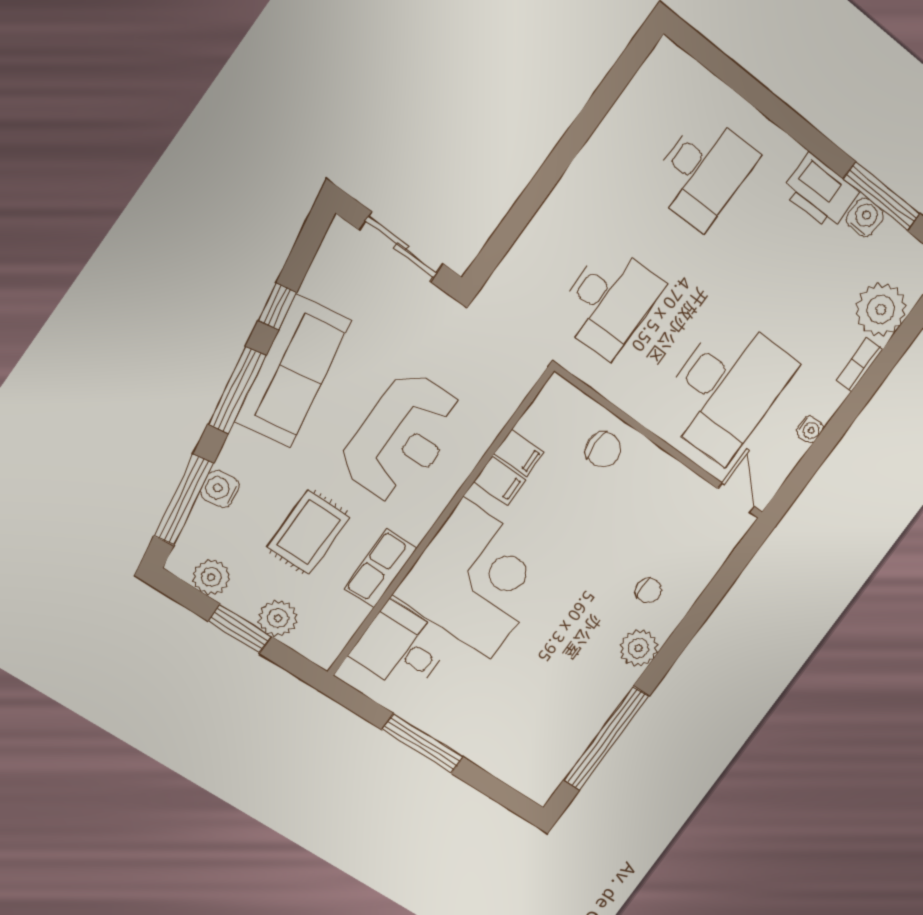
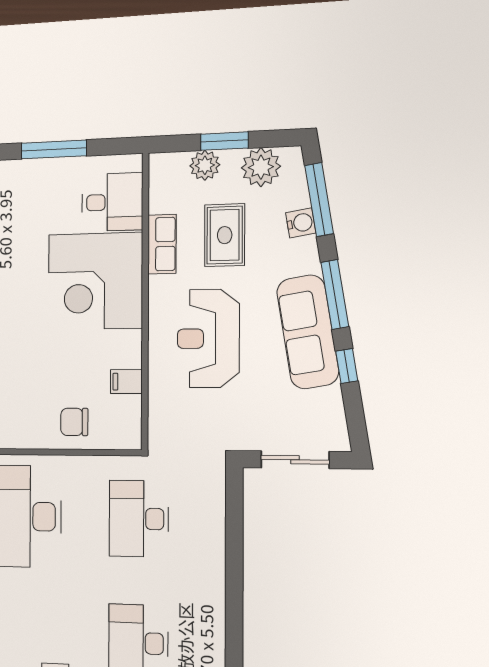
filing cabinet: (500, 481) -> (126, 355), removed
plant: (211, 577) -> (261, 167), width x1.36, depth x1.36

